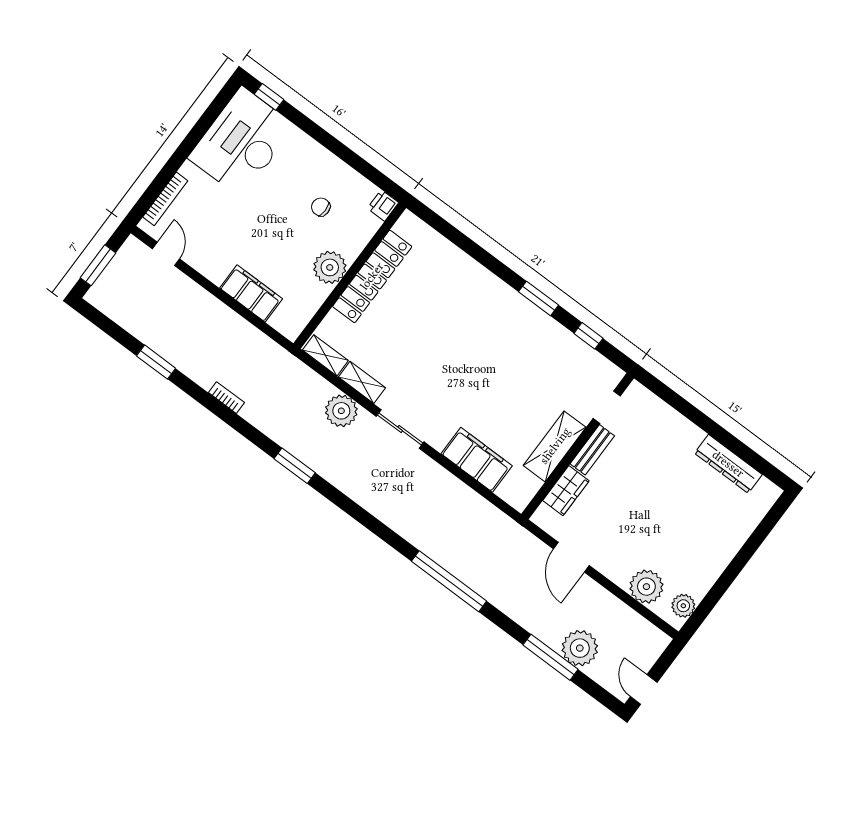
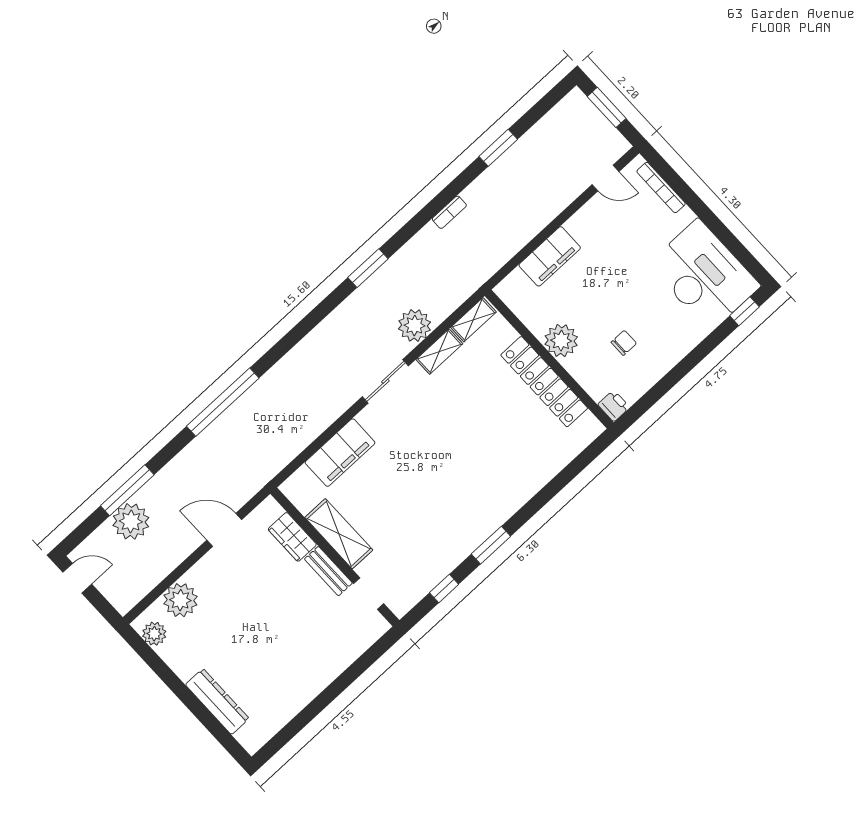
dresser: (728, 464) -> (217, 702), moved, turned 90

